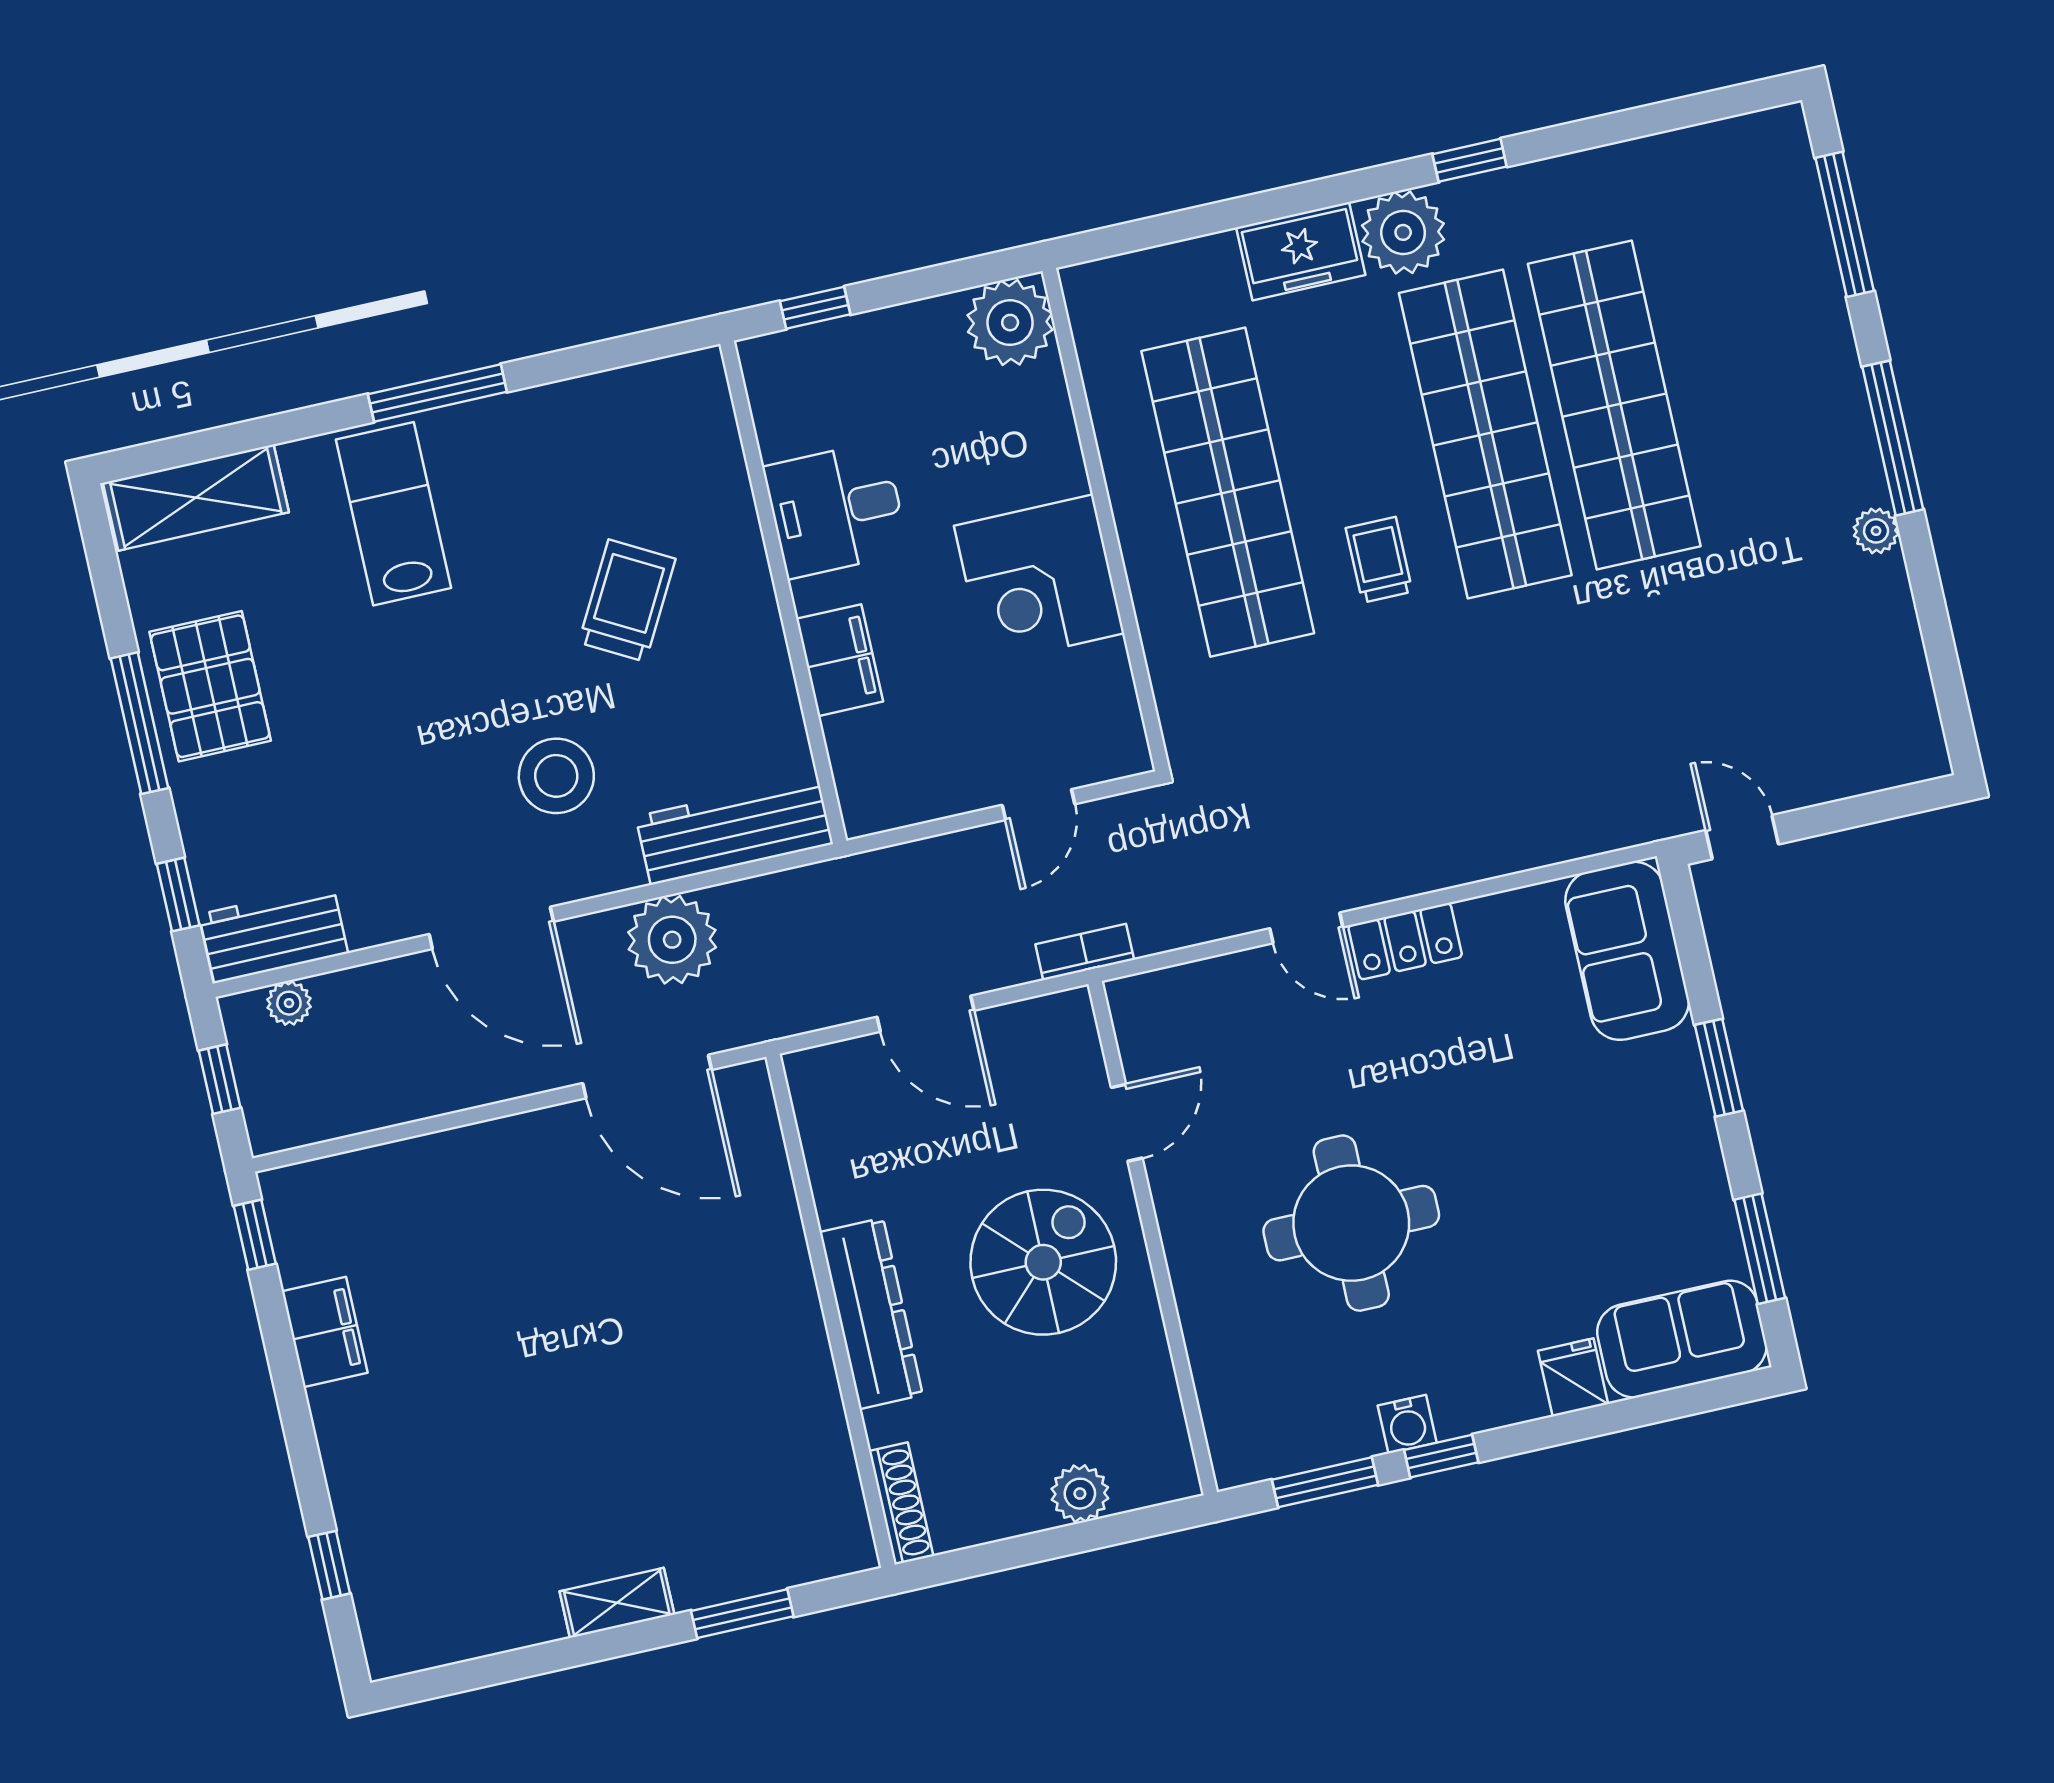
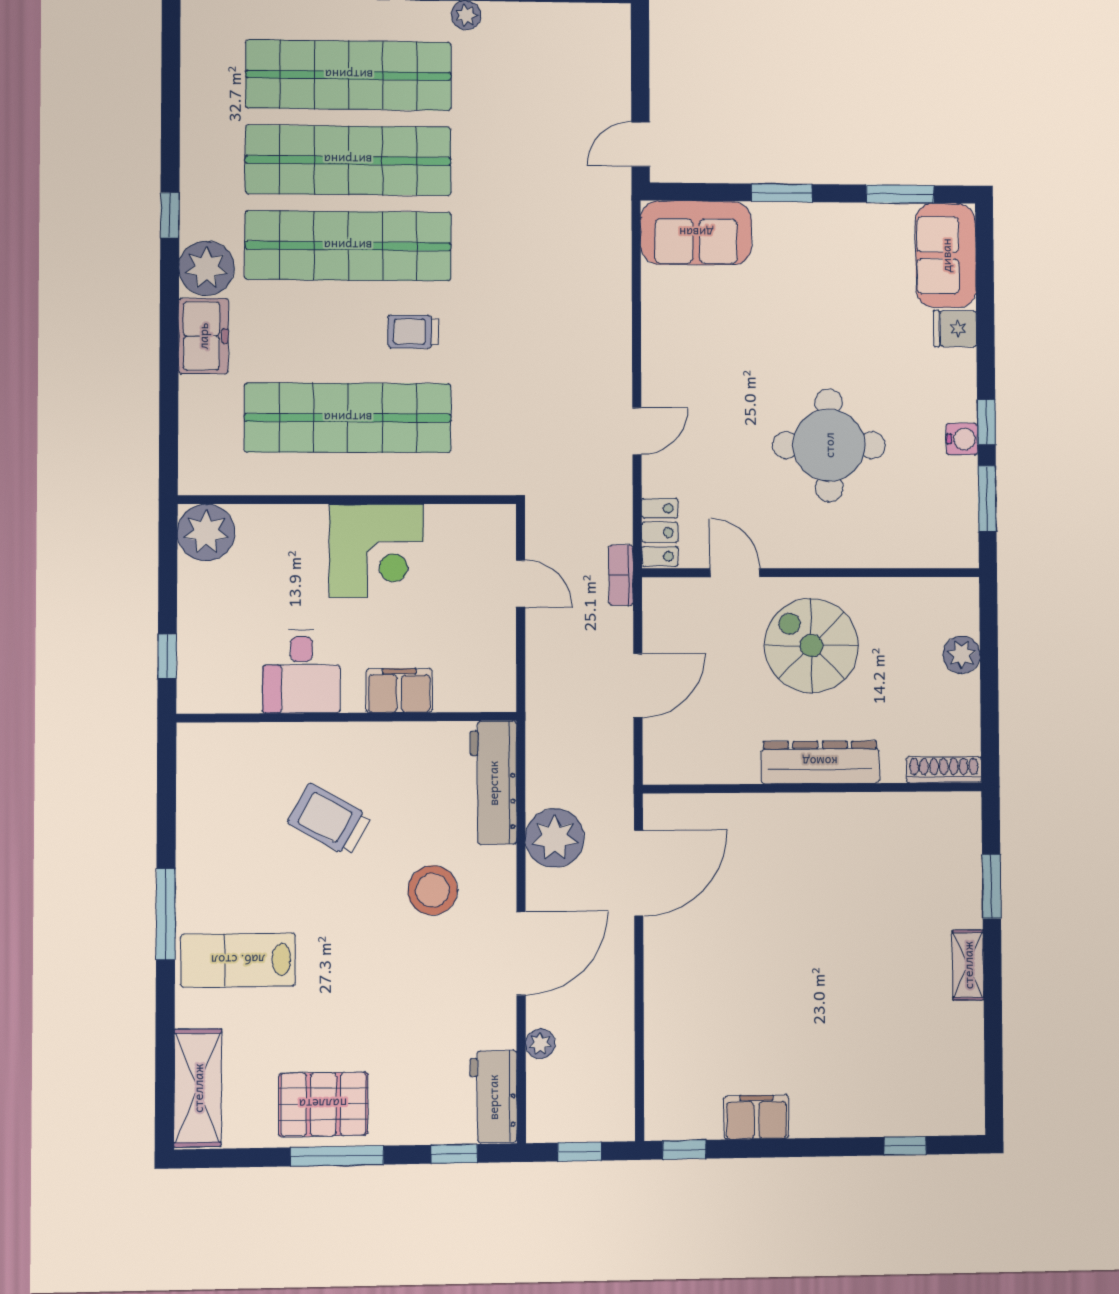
shop shelf: (1743, 376) -> (349, 75), added
locker: (1405, 941) -> (660, 532), moved
plant: (289, 1003) -> (540, 1044), moved

